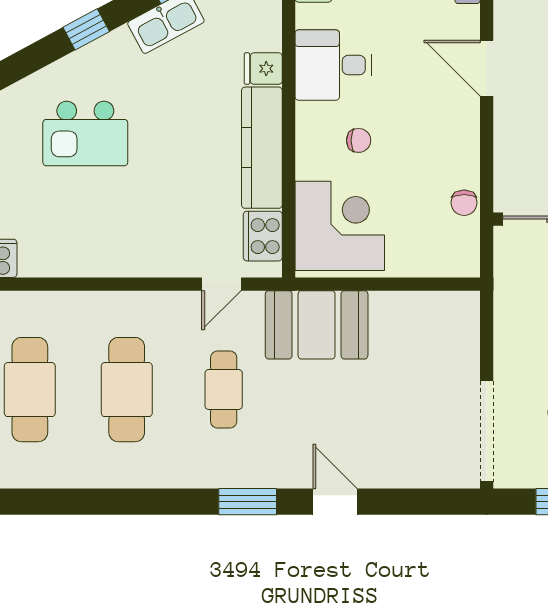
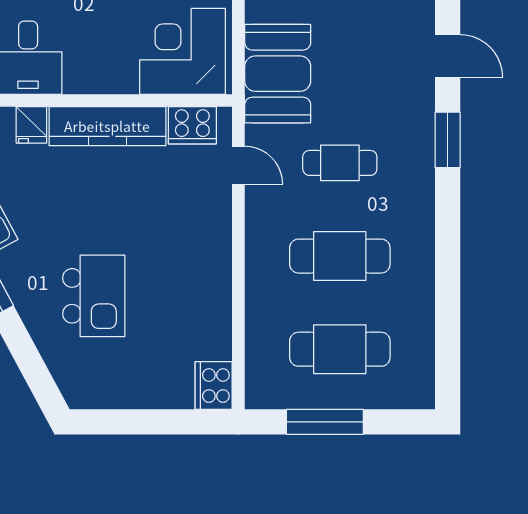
chair: (359, 140) -> (100, 33), removed
door: (335, 502) -> (448, 56), swing flipped

